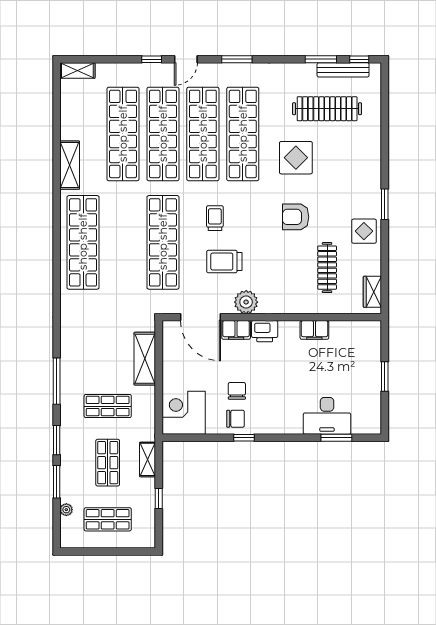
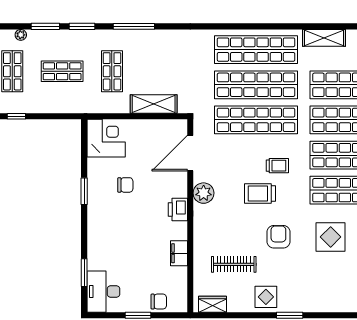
shop shelf: (123, 242) -> (256, 85), added
trolley: (224, 262) -> (260, 193), moved, turned -90
filing cabinet: (236, 330) -> (179, 184), removed
desk: (327, 416) -> (103, 292), moved
chair: (235, 419) -> (159, 302), moved, turned -90
window: (244, 438) -> (84, 191), width x1.50
shelving: (148, 459) -> (65, 106), removed
window: (159, 498) -> (16, 116), moved

